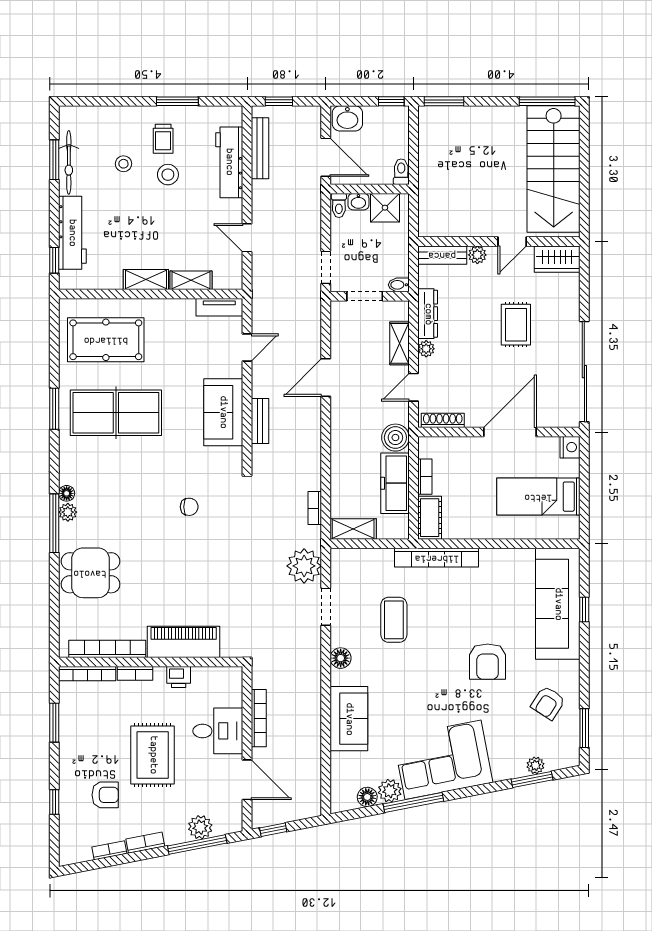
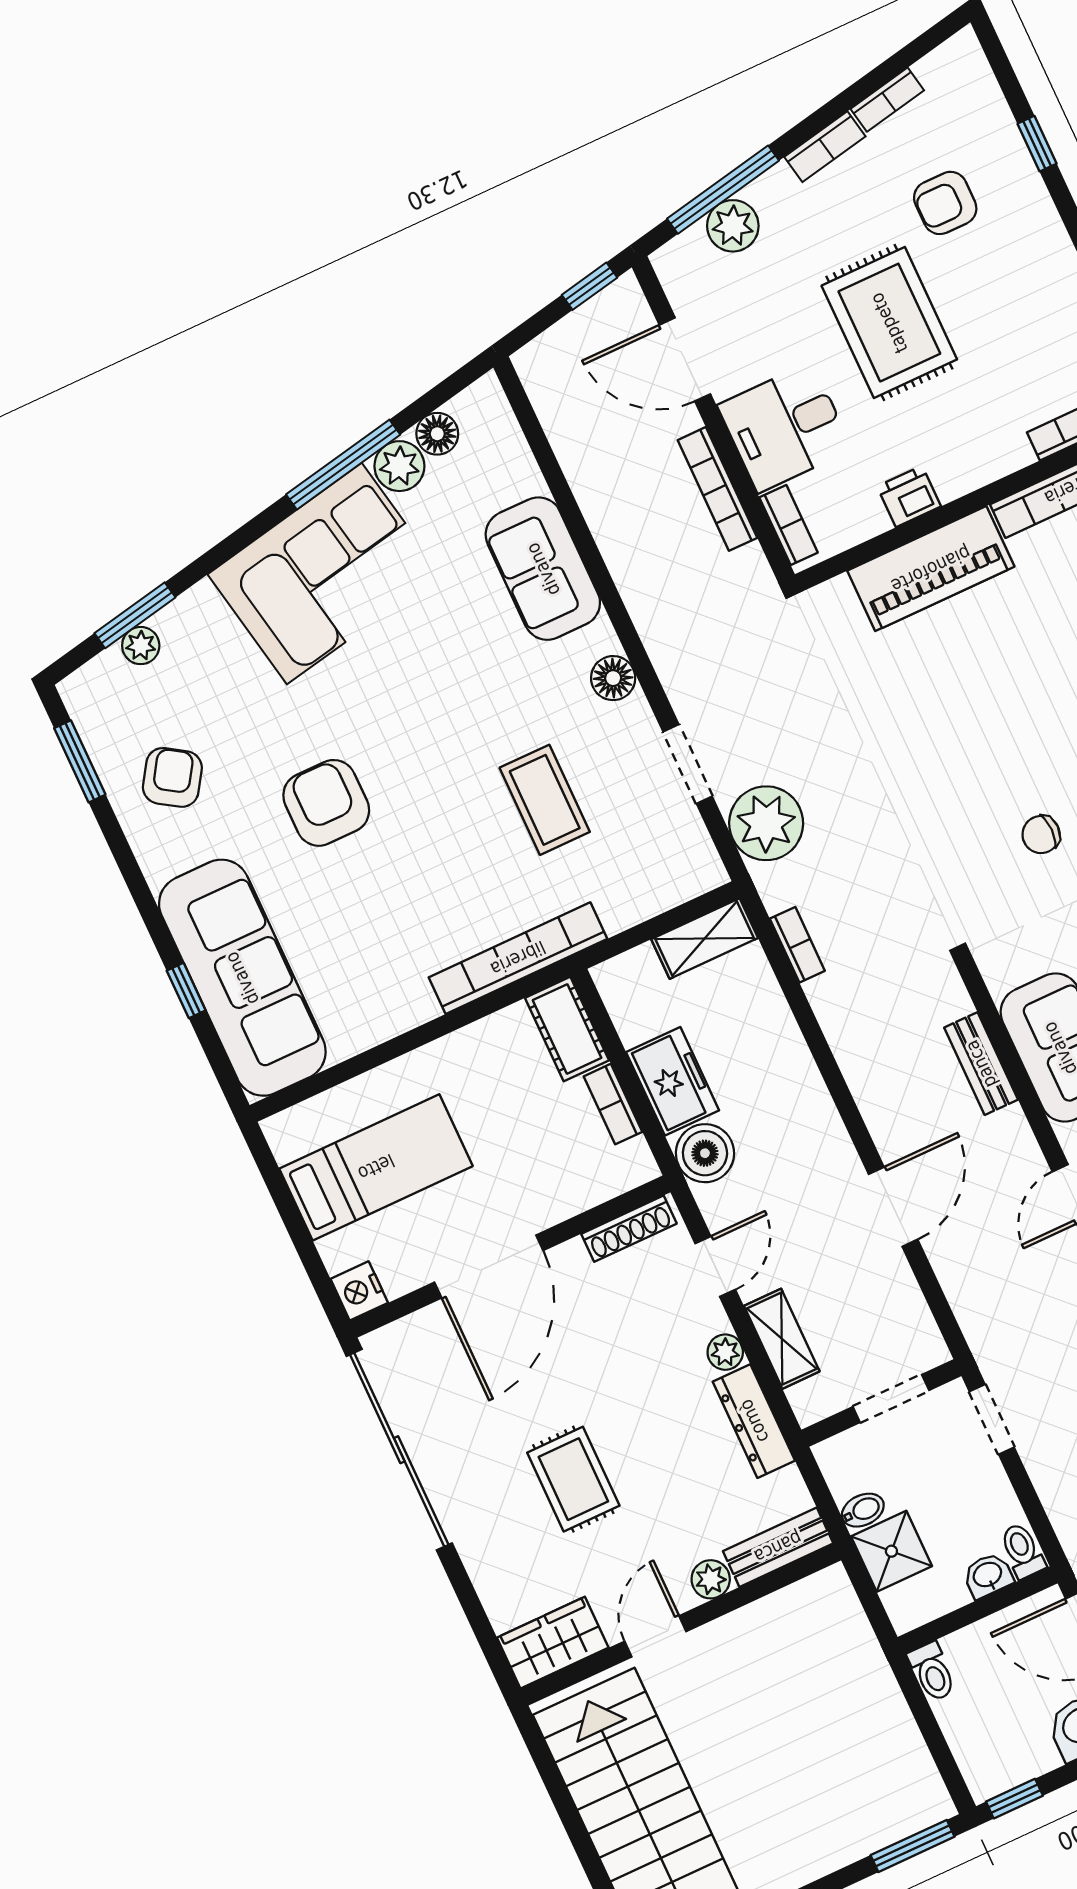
shower: (385, 208) -> (891, 1551), moved
bidet: (399, 285) -> (863, 1510), moved
freezer: (395, 483) -> (673, 1081), width x0.71
bookcase: (135, 673) -> (789, 525), moved, turned 90

